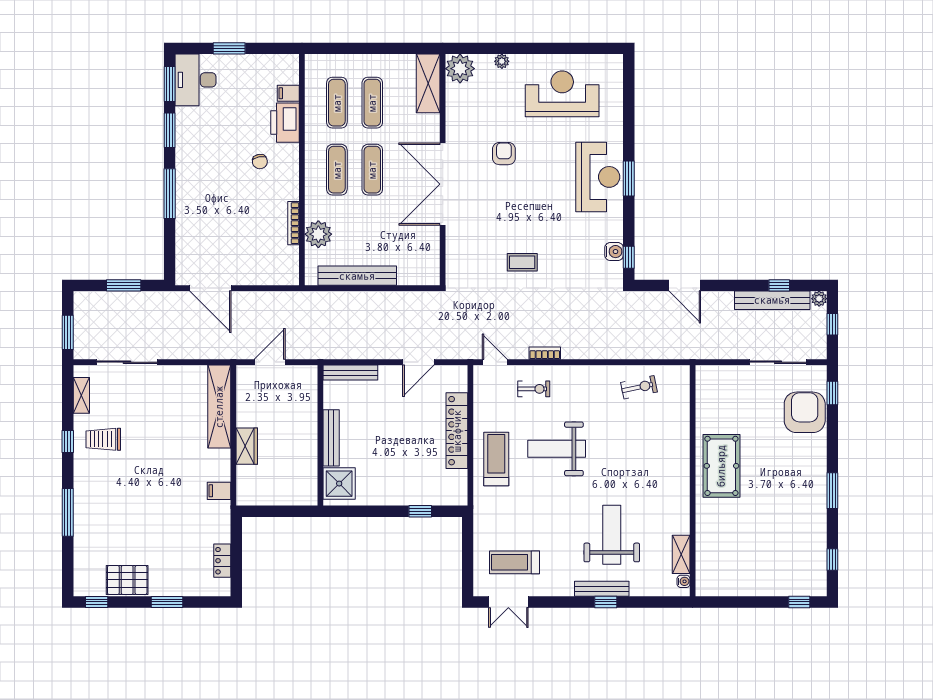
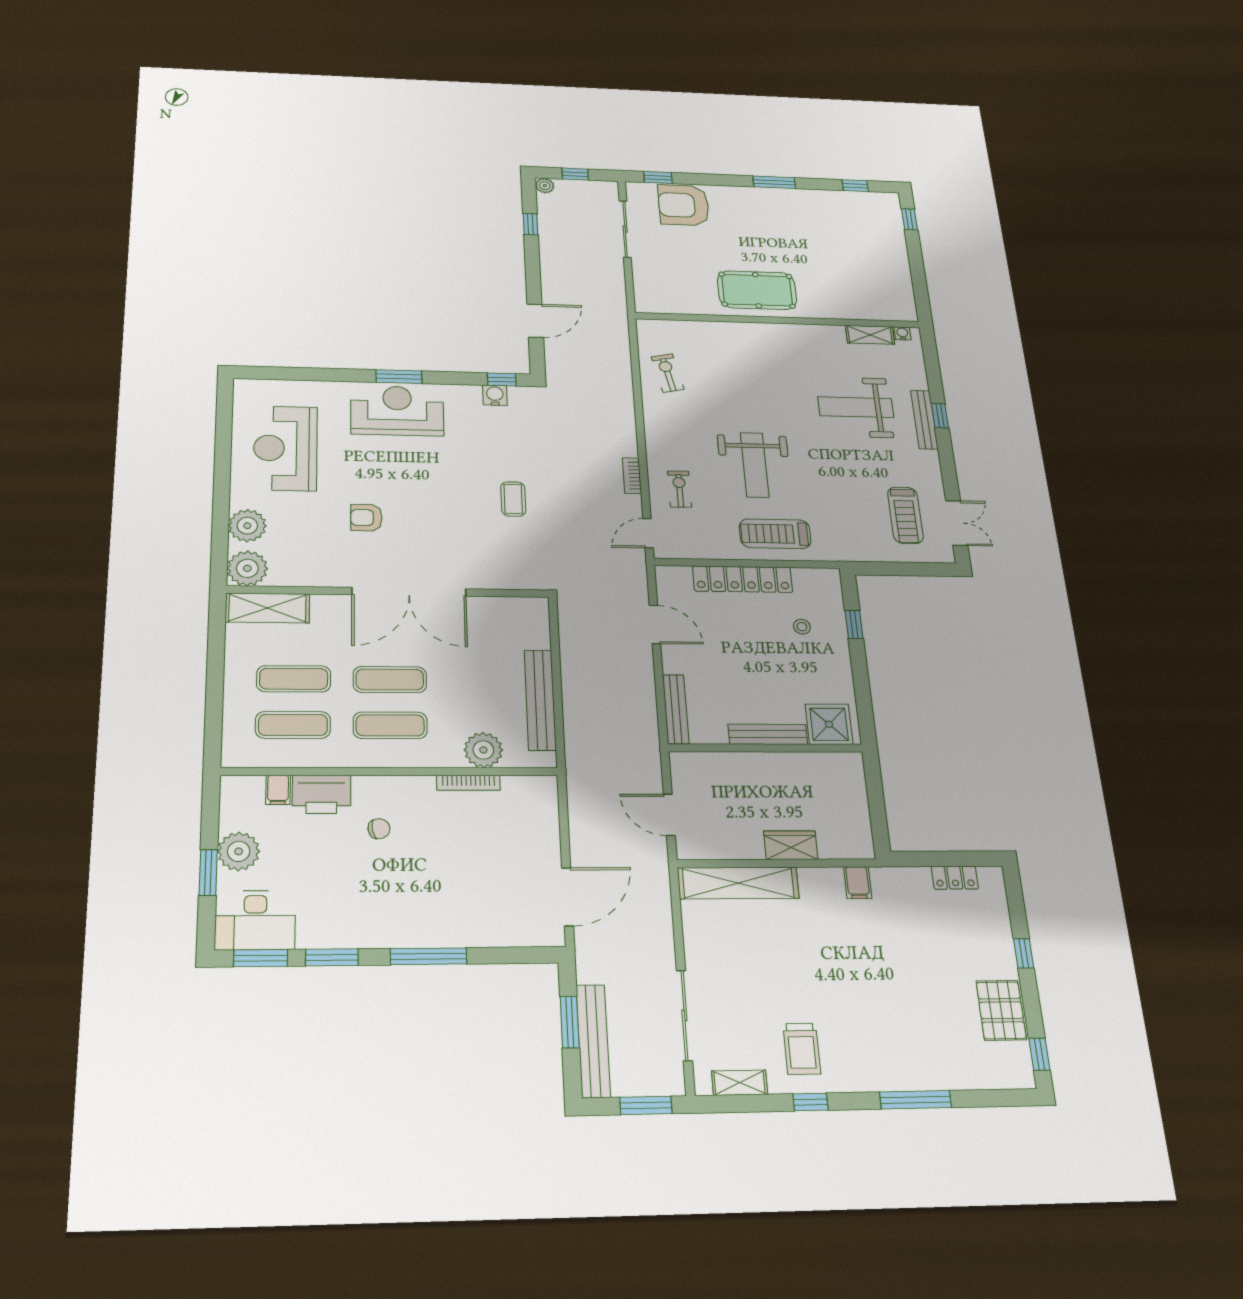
plant: (502, 61) -> (247, 526), width x1.88, depth x1.88
plant: (244, 68) -> (239, 851), added
bench: (772, 300) -> (593, 1041), moved
stool: (418, 472) -> (802, 627), added
window: (167, 602) -> (1024, 953), width x0.67

